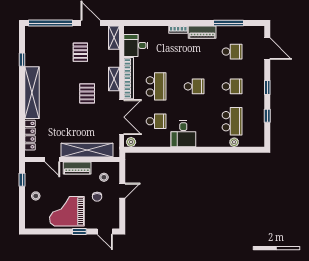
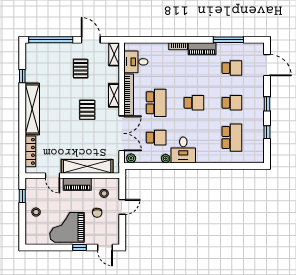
plant: (234, 142) -> (166, 158), moved

